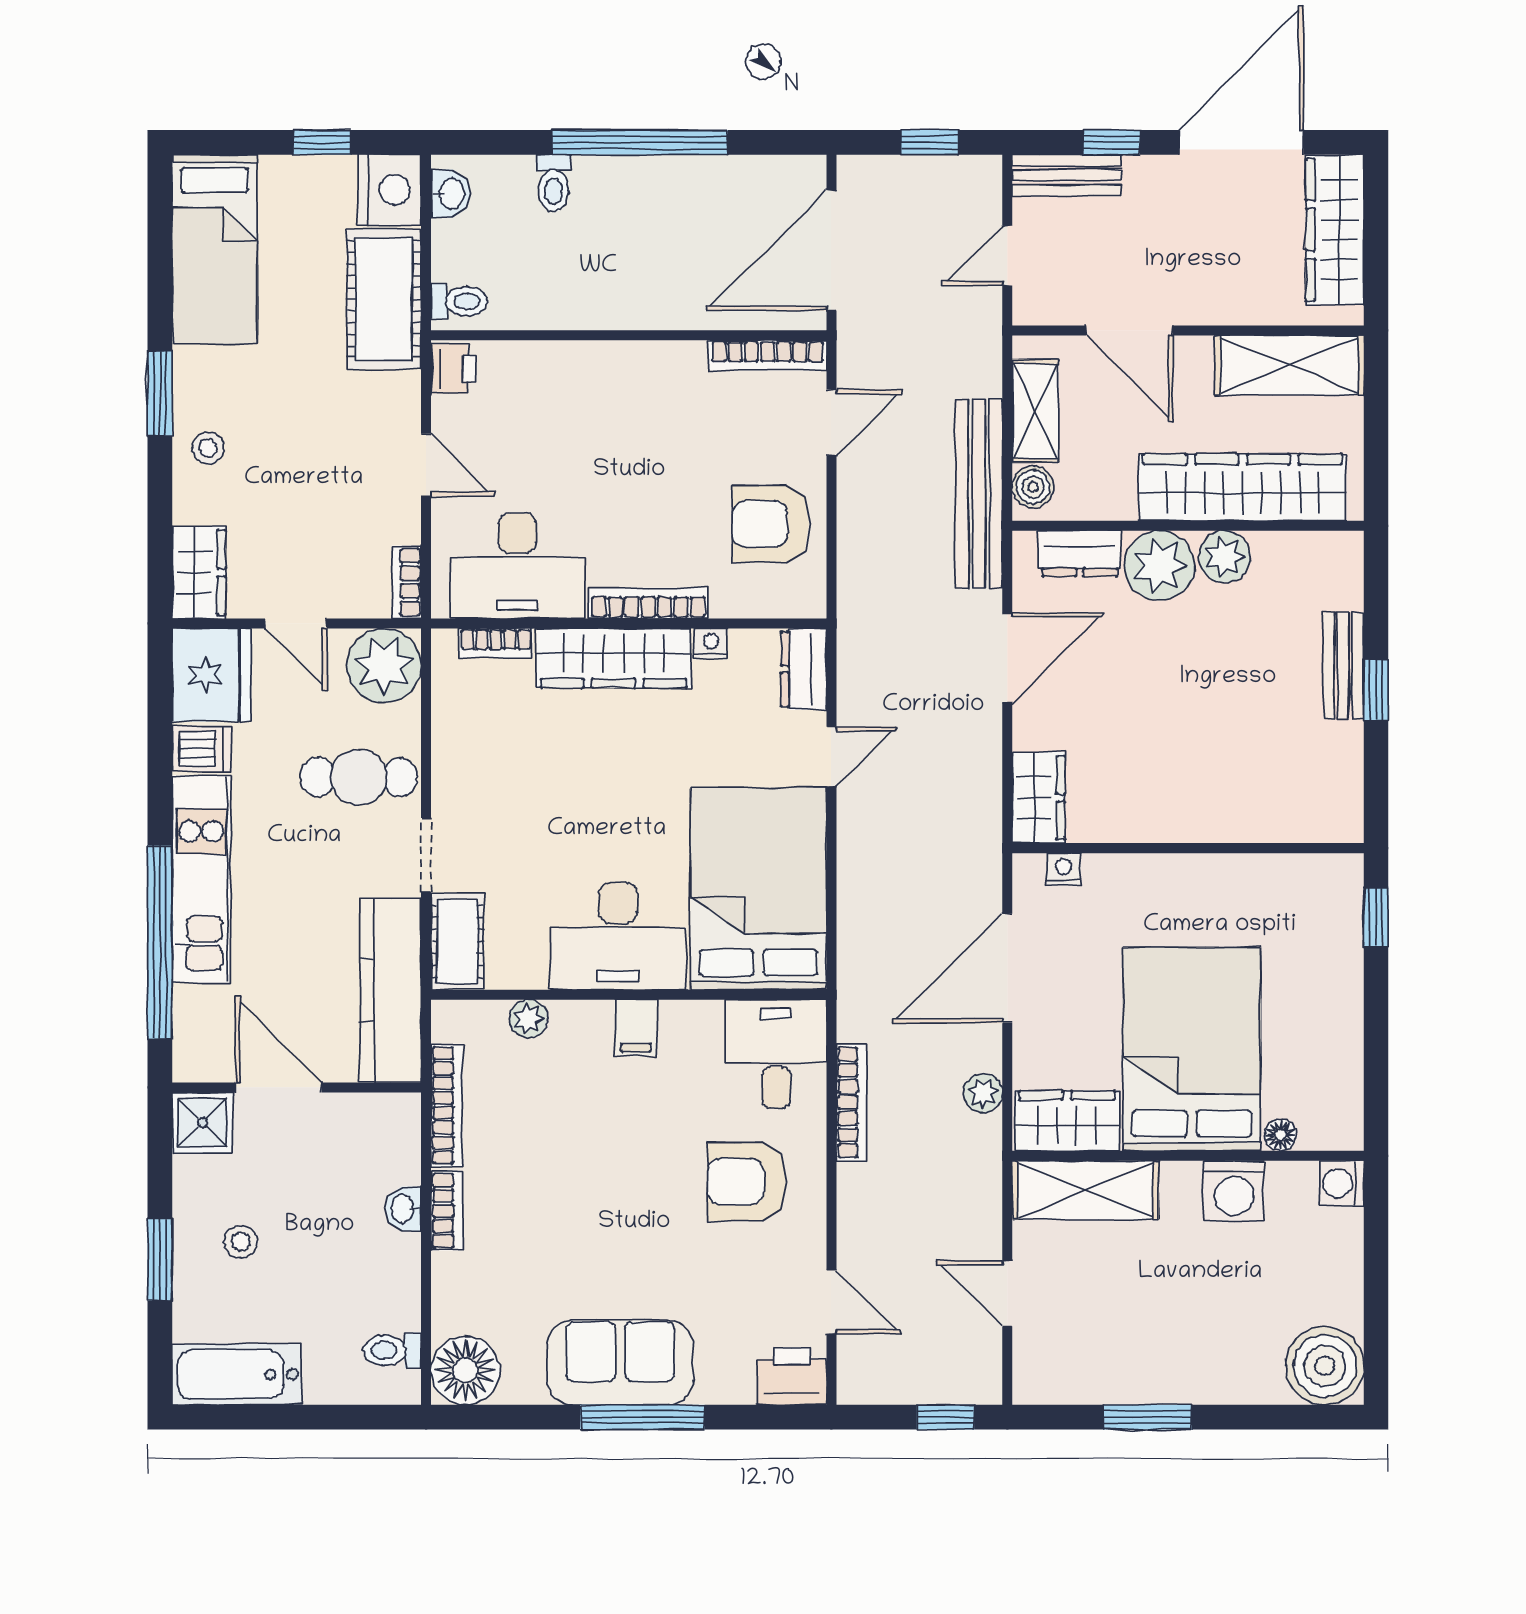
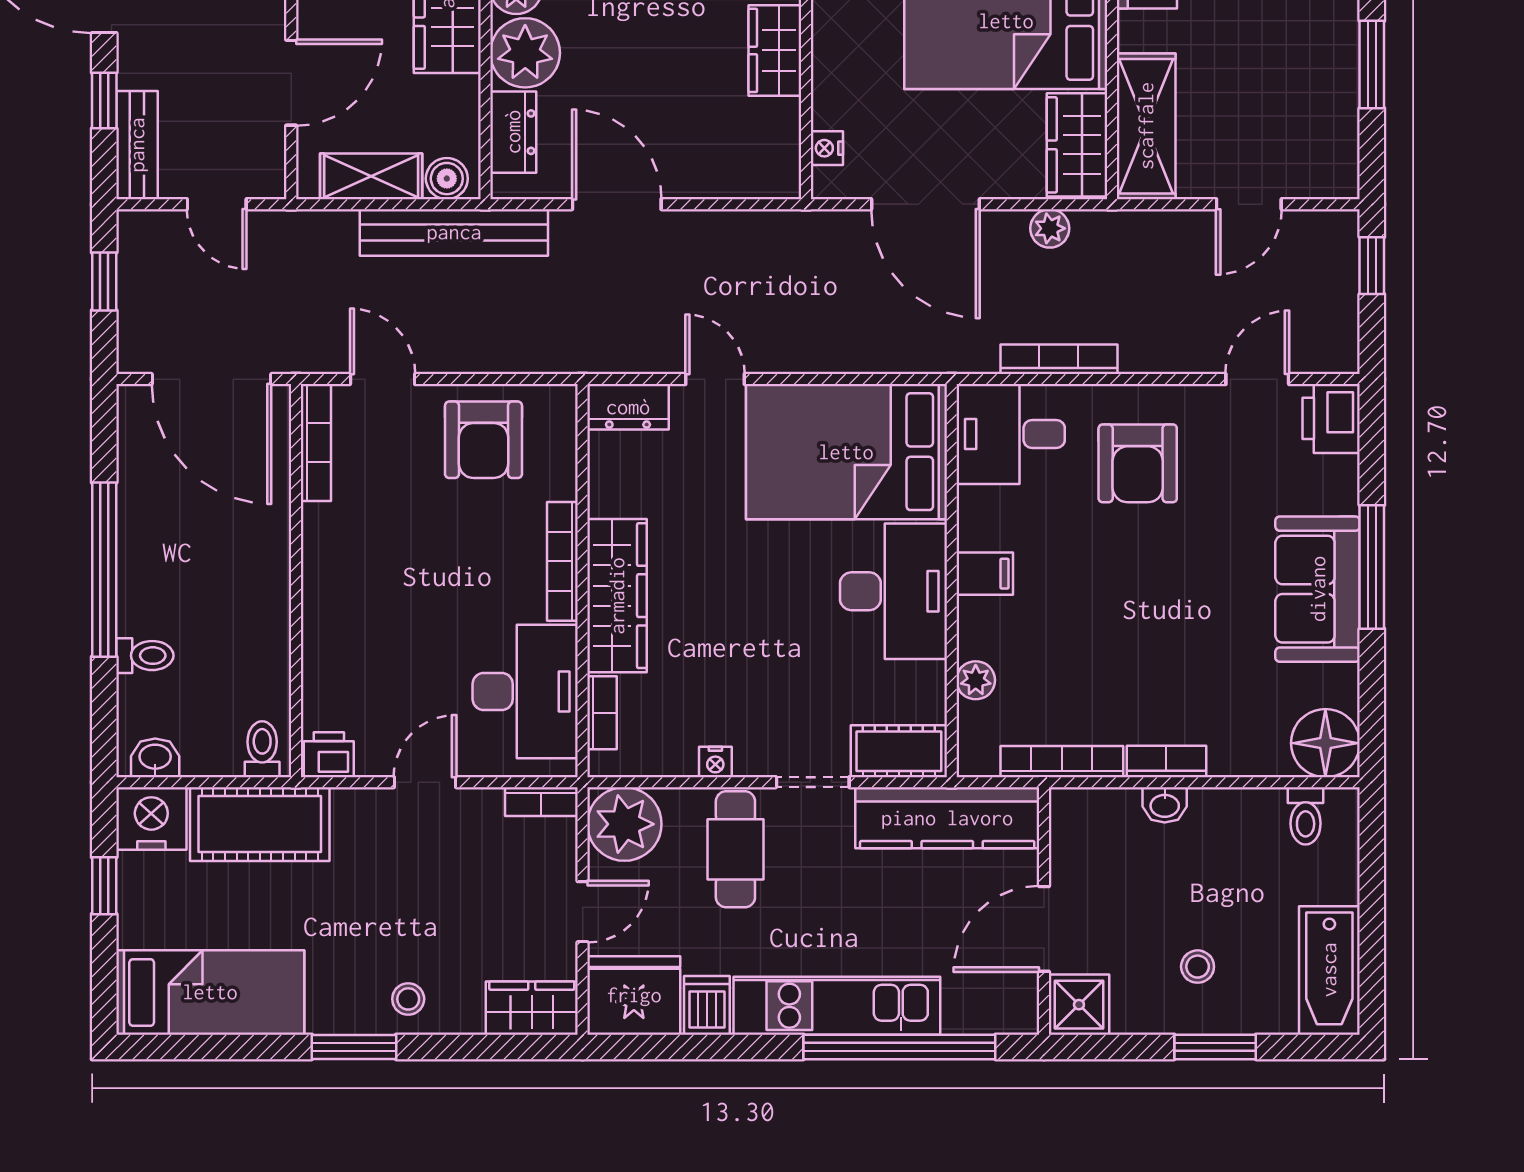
nightstand: (711, 644) -> (715, 762), moved, turned -90
wardrobe: (1039, 798) -> (775, 50), moved, turned -90

